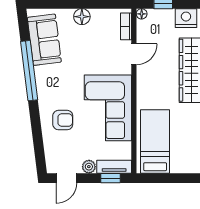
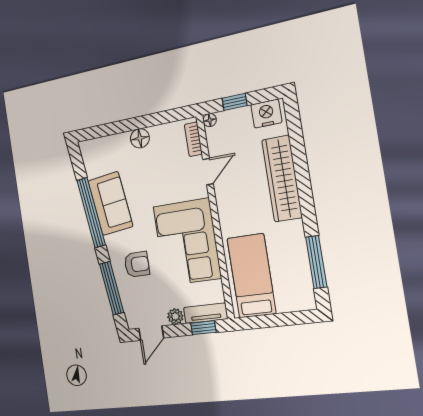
sofa: (44, 40) -> (110, 203), moved
window: (37, 137) -> (112, 288), added

